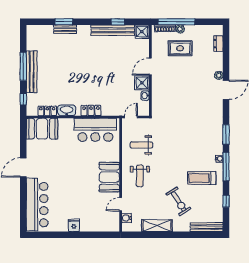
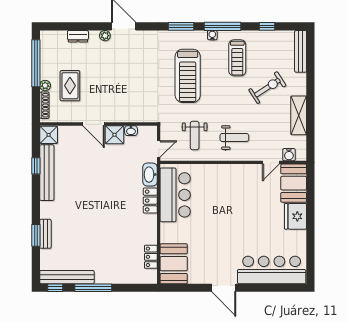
window: (176, 22) -> (36, 63), moved
dresser: (218, 44) -> (78, 36), moved
bench: (32, 72) -> (67, 277), moved
window: (23, 99) -> (55, 288), moved
washbasin: (67, 110) -> (150, 175), moved
door: (131, 117) -> (159, 149), swing flipped
treadmill: (188, 140) -> (188, 76), added
booth: (109, 177) -> (294, 183), moved, turned 90
door: (121, 204) -> (271, 162), hinge flipped
fridge: (74, 225) -> (296, 216), width x1.88, depth x1.34

